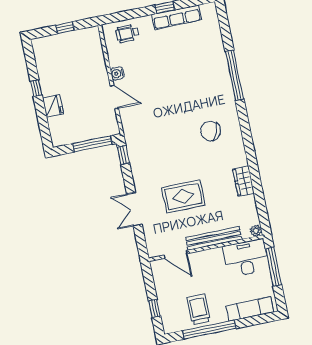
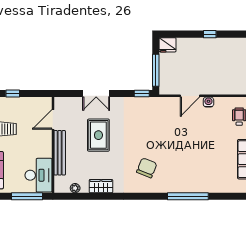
fridge: (53, 106) -> (168, 45), moved
double door: (134, 209) -> (96, 94), swing flipped
plant: (256, 231) -> (75, 188), moved

